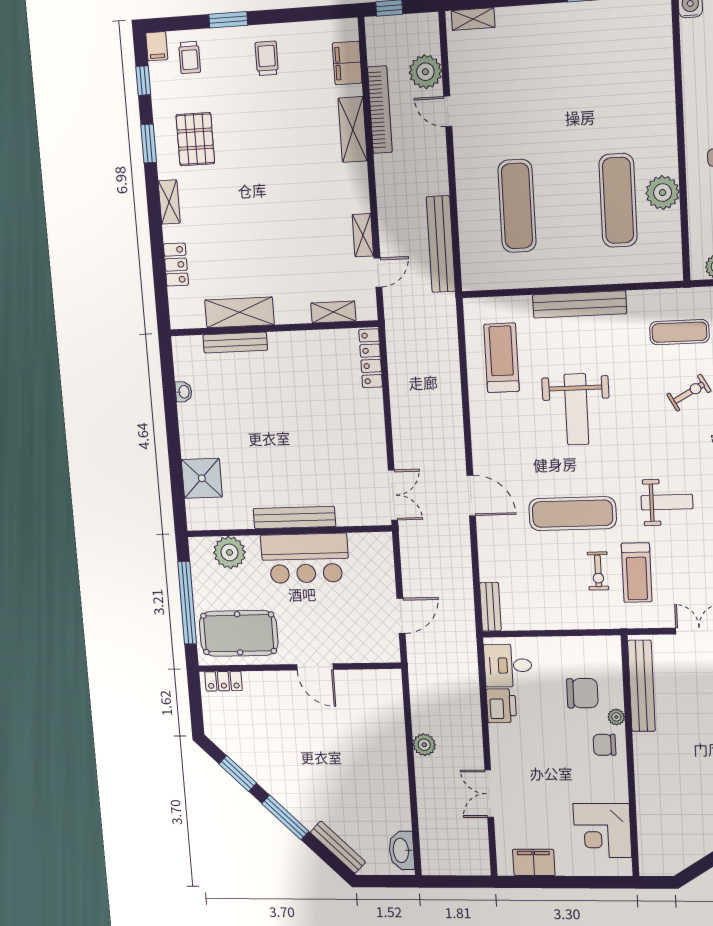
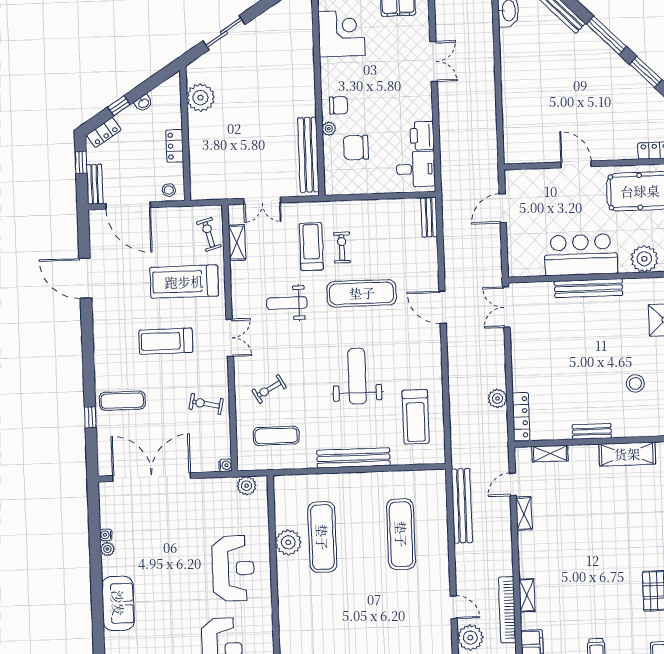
shelving: (353, 129) -> (527, 595), width x0.67, depth x0.75
bench: (235, 343) -> (592, 431), moved, width x0.73
stool: (233, 400) -> (635, 383), added
plant: (424, 745) -> (497, 398), moved

